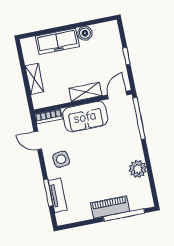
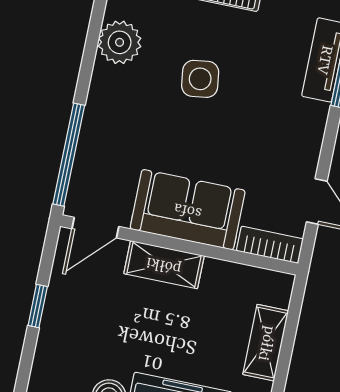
side table: (61, 159) -> (200, 79), moved

